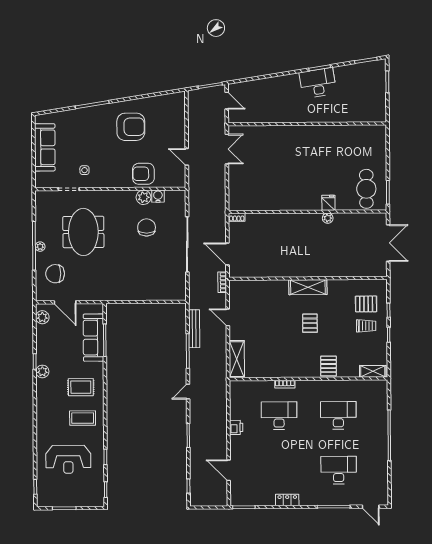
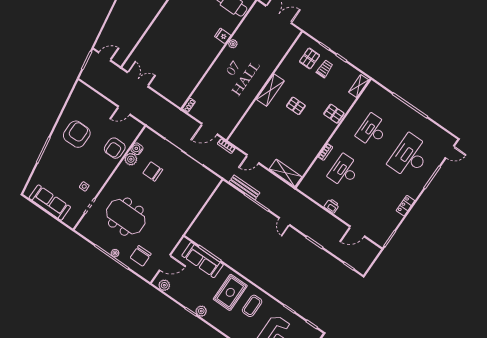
rug: (81, 387) -> (230, 292), width x1.36, depth x1.43
desk: (339, 470) -> (410, 156), width x1.36, depth x1.30

